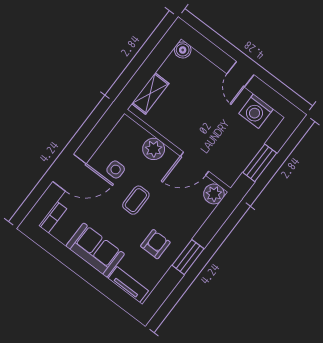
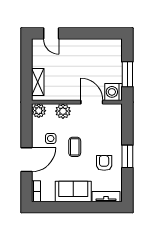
boiler: (183, 50) -> (37, 44), removed
door: (240, 74) -> (51, 33), moved
washing machine: (256, 111) -> (114, 92), moved, turned 90
door: (195, 164) -> (92, 102), swing flipped
plant: (214, 194) -> (39, 111), moved

